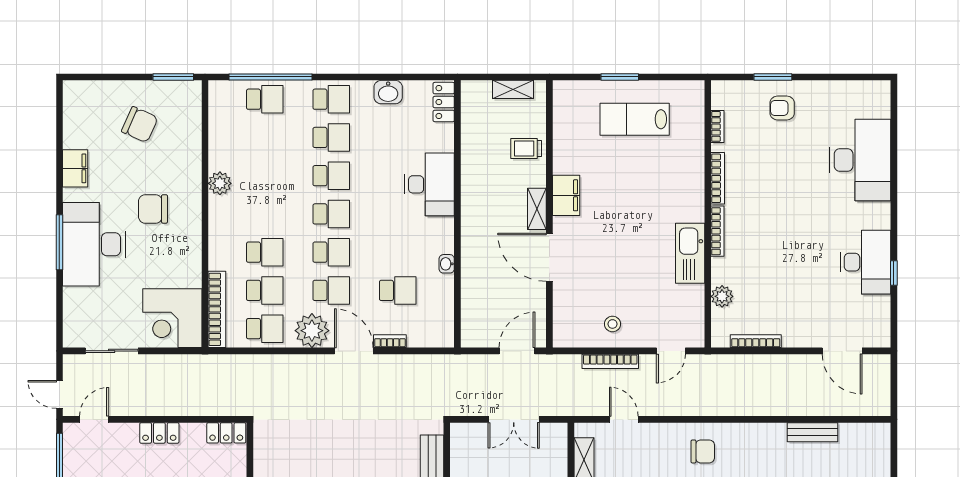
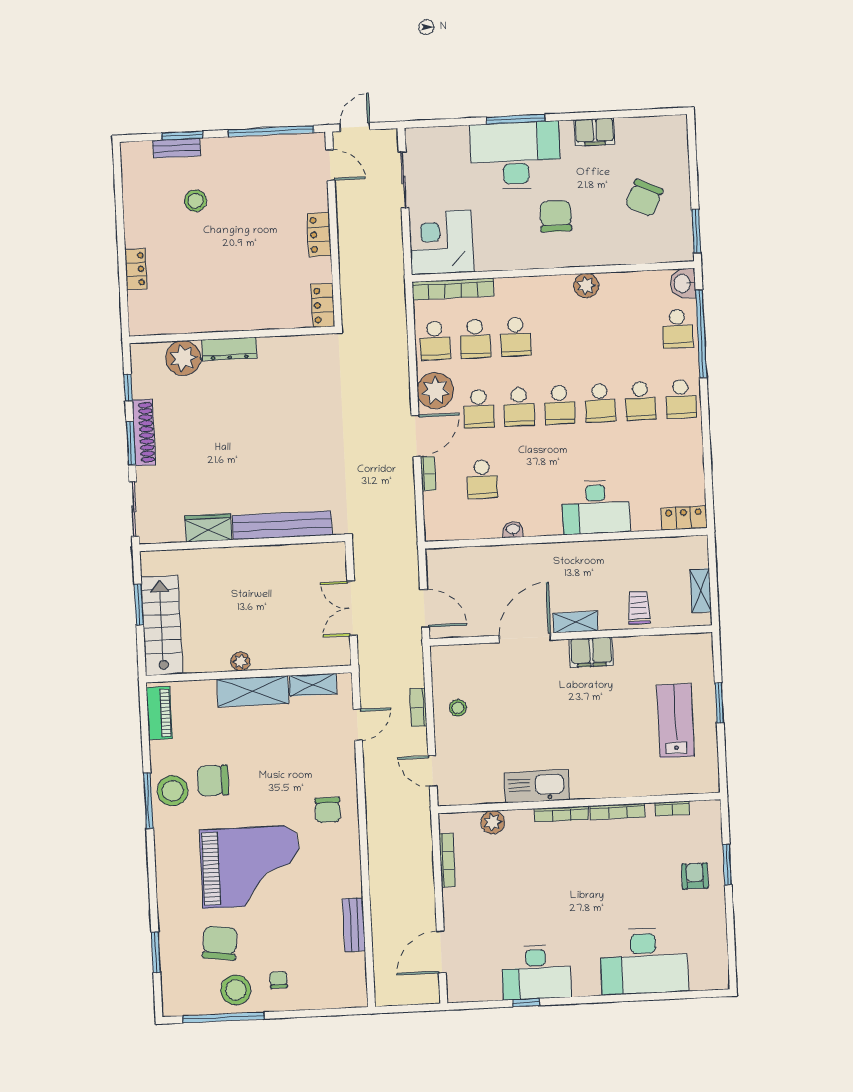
washbasin: (388, 92) -> (683, 283), moved
bookcase: (610, 361) -> (418, 707), width x0.64

